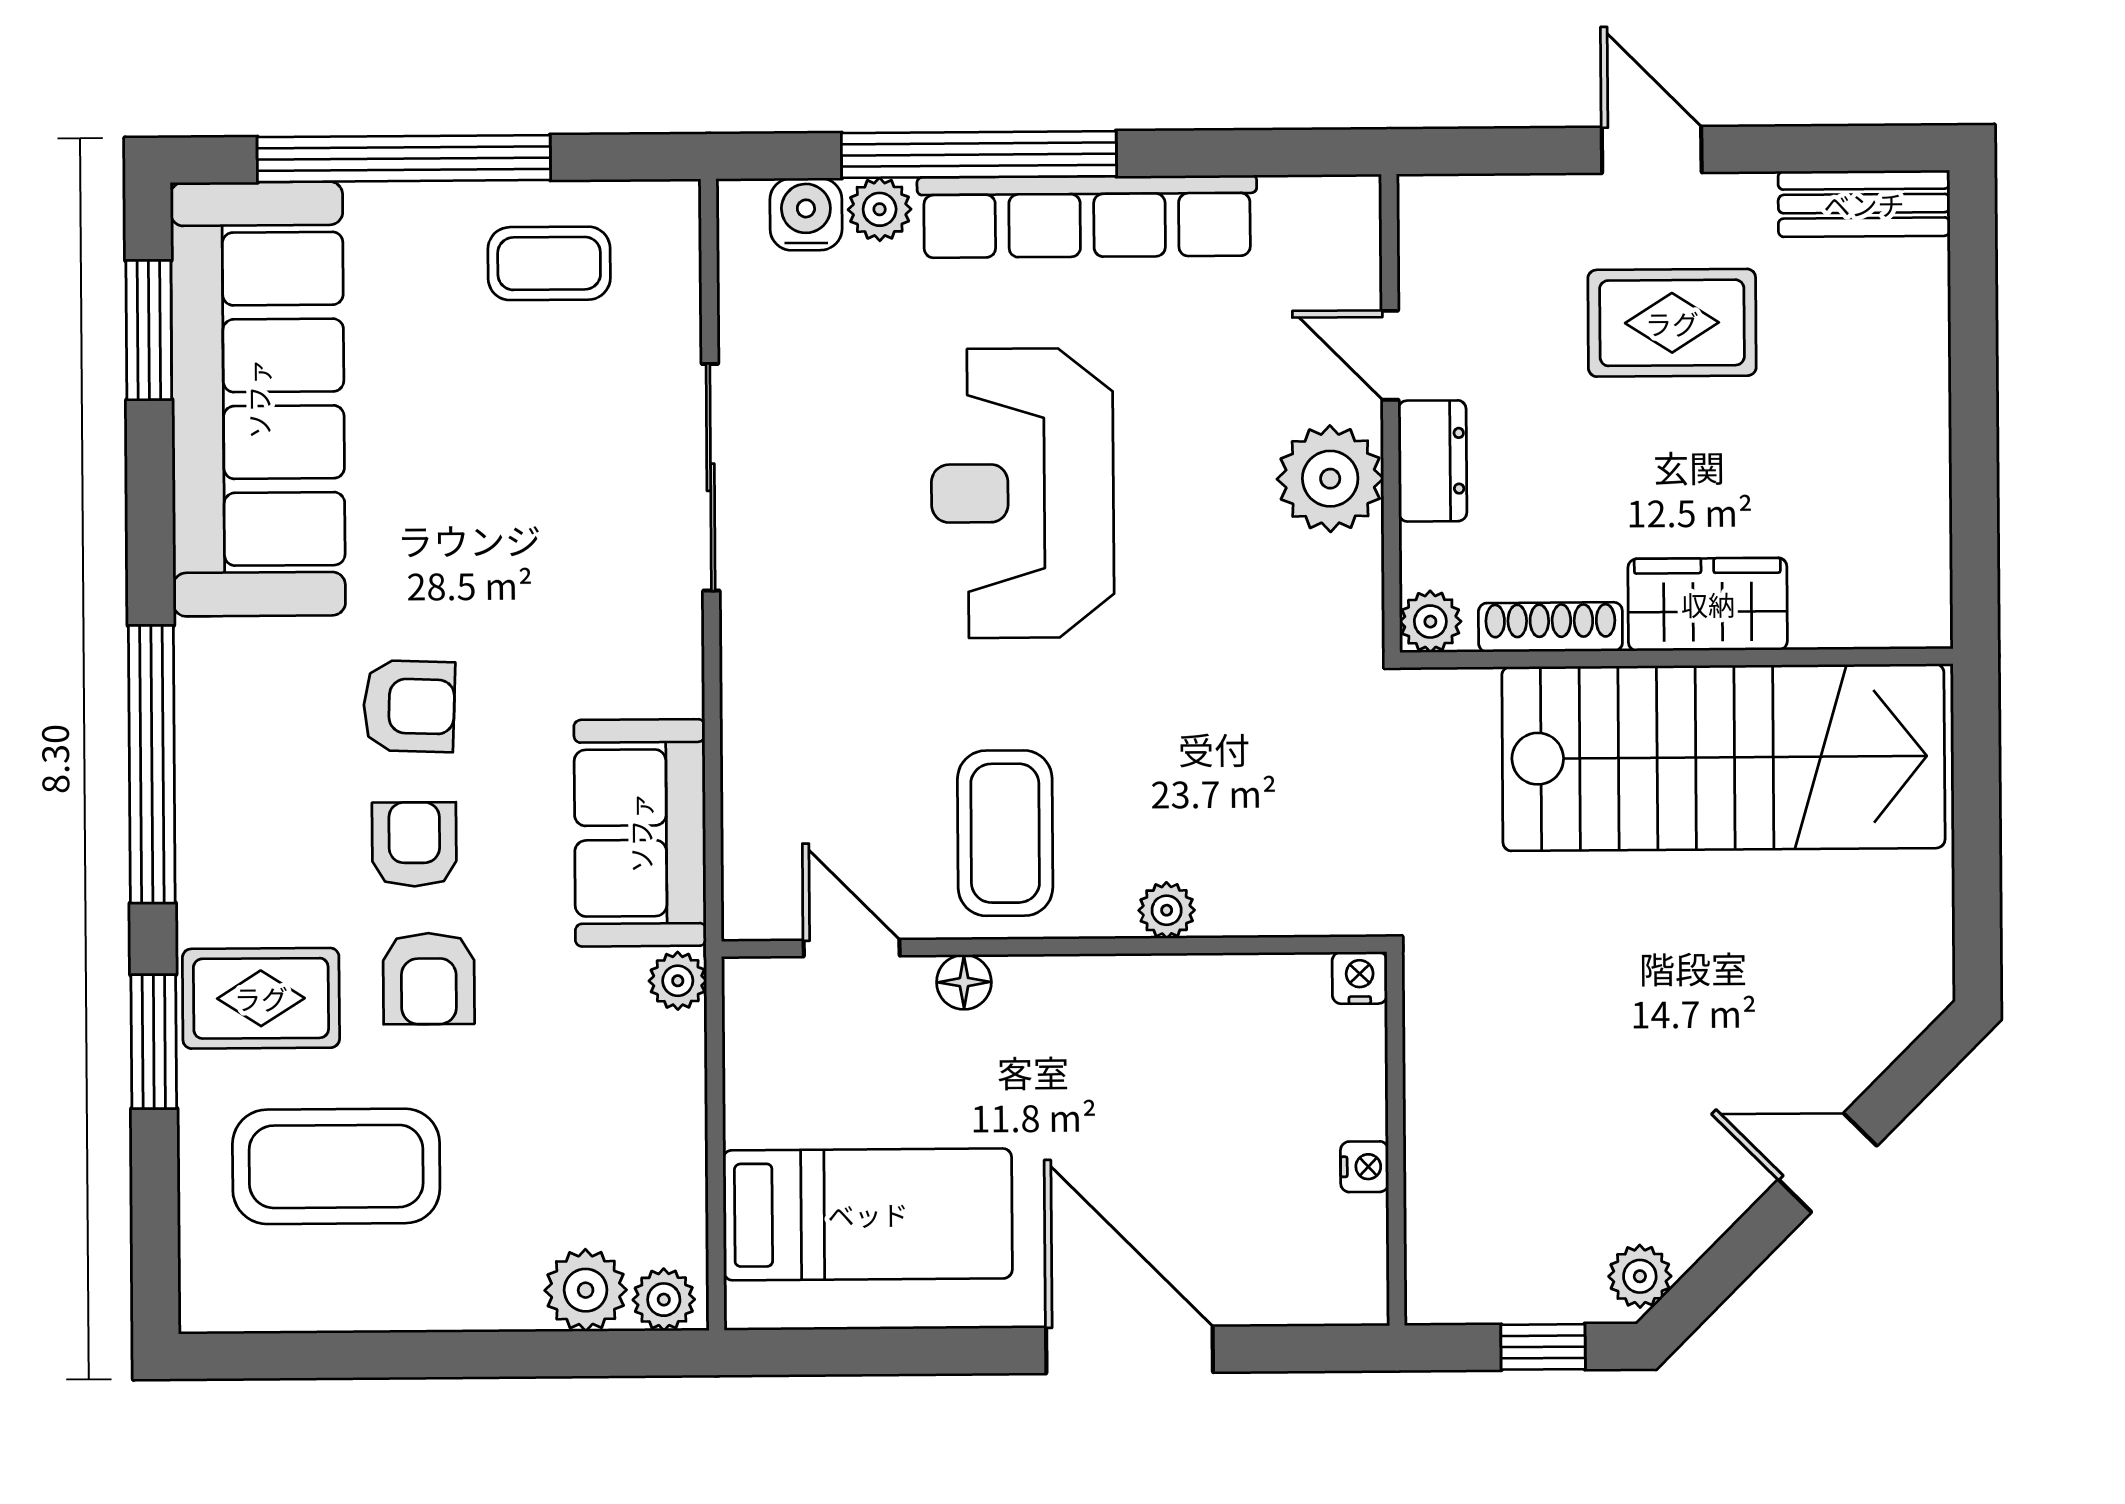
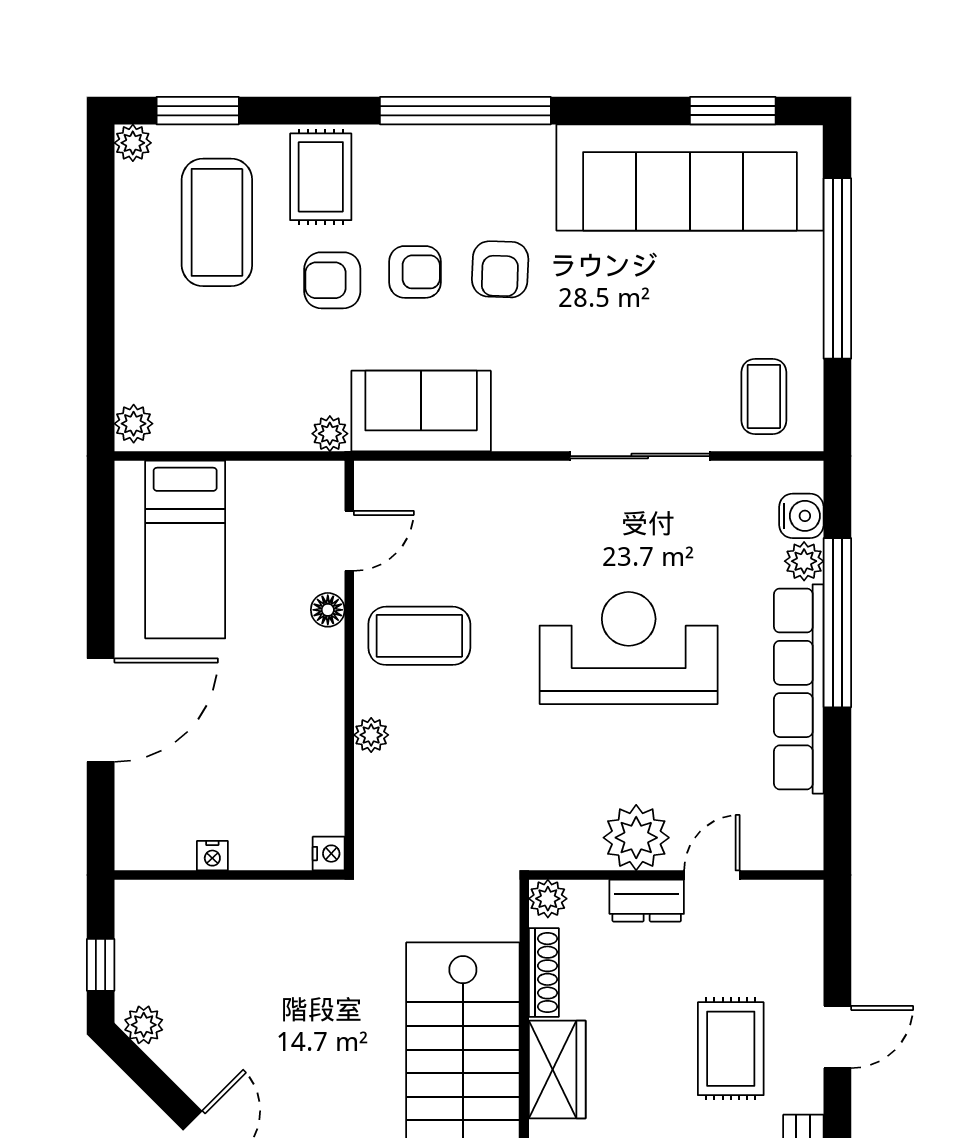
coffee table: (549, 263) -> (764, 396), moved
window: (154, 1042) -> (198, 111), moved
plant: (586, 1290) -> (133, 143), moved, width x0.73, depth x0.73

